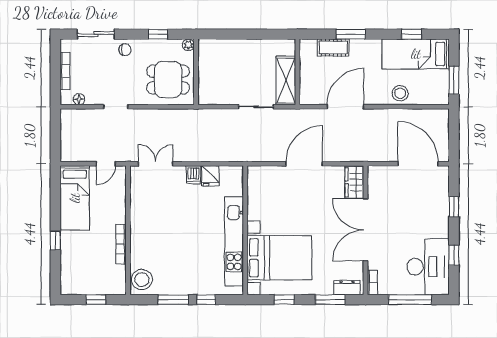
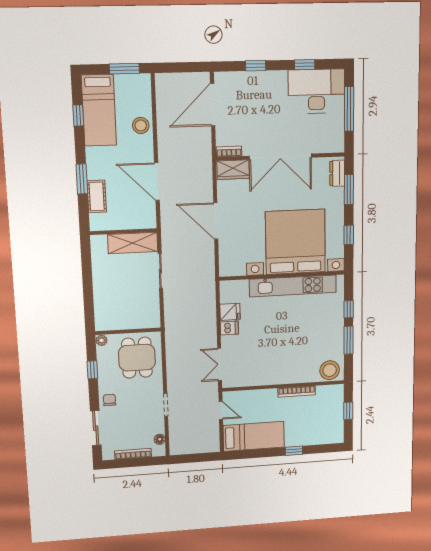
bed with nightstands: (279, 258) -> (295, 242), width x1.36
bookcase: (372, 282) -> (229, 151), moved

